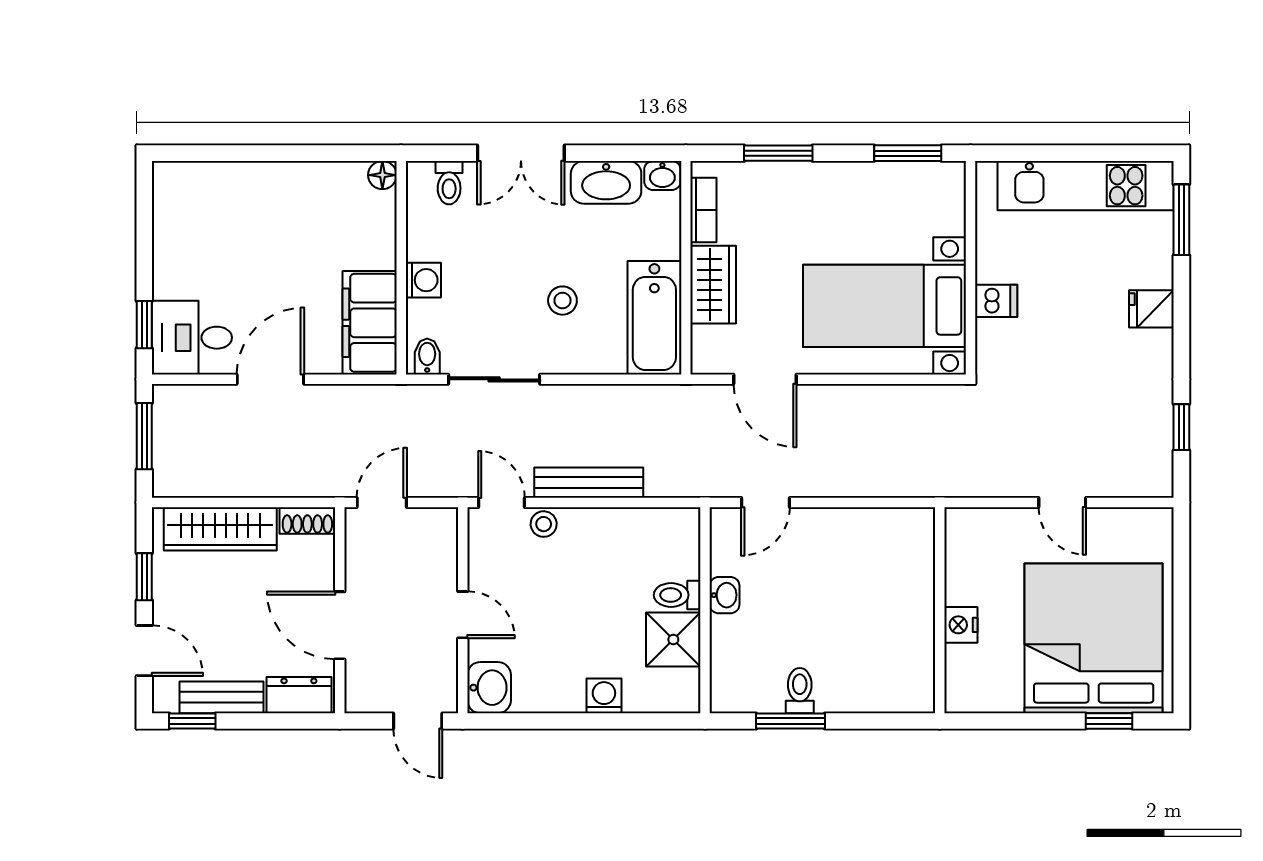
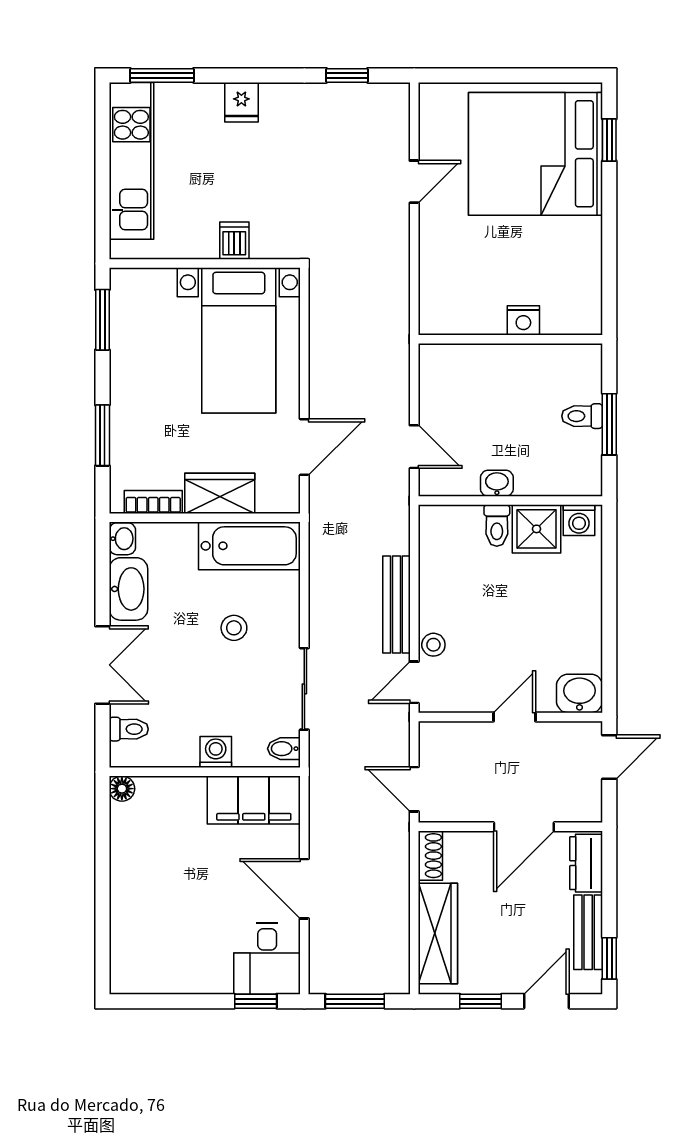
wall: (940, 610) -> (510, 339), moved
nightstand: (961, 625) -> (523, 320), moved
washing machine: (604, 696) -> (579, 520), moved, turned -90

